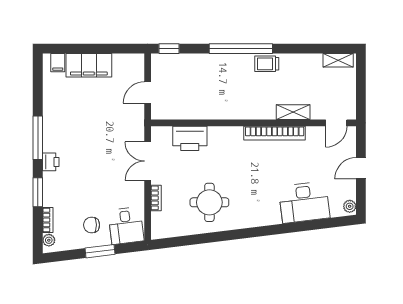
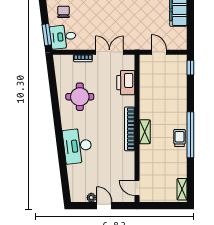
window: (241, 49) -> (190, 135), moved
shelving: (293, 112) -> (145, 132), moved
bookcase: (275, 133) -> (130, 129), moved
desk: (304, 202) -> (78, 146), moved
plant: (350, 206) -> (91, 198), moved
window: (100, 251) -> (47, 35), moved

